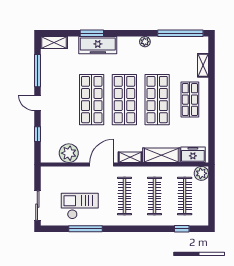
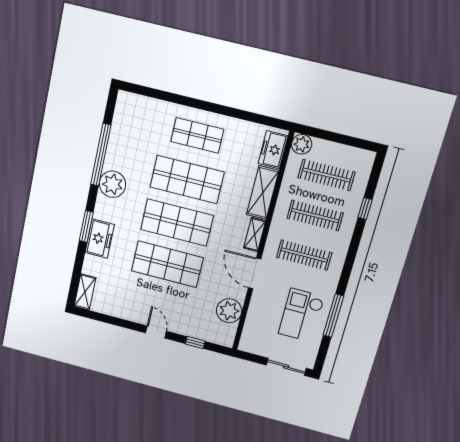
window: (92, 33) -> (86, 226), moved
window: (180, 33) -> (101, 155), moved
plant: (145, 42) -> (112, 184), width x1.87, depth x1.87
freezer: (98, 45) -> (100, 239), width x0.71
shelving: (203, 65) -> (155, 106), removed
window: (37, 71) -> (116, 321), removed
door: (37, 103) -> (156, 332), swing flipped
window: (182, 229) -> (365, 209), moved

